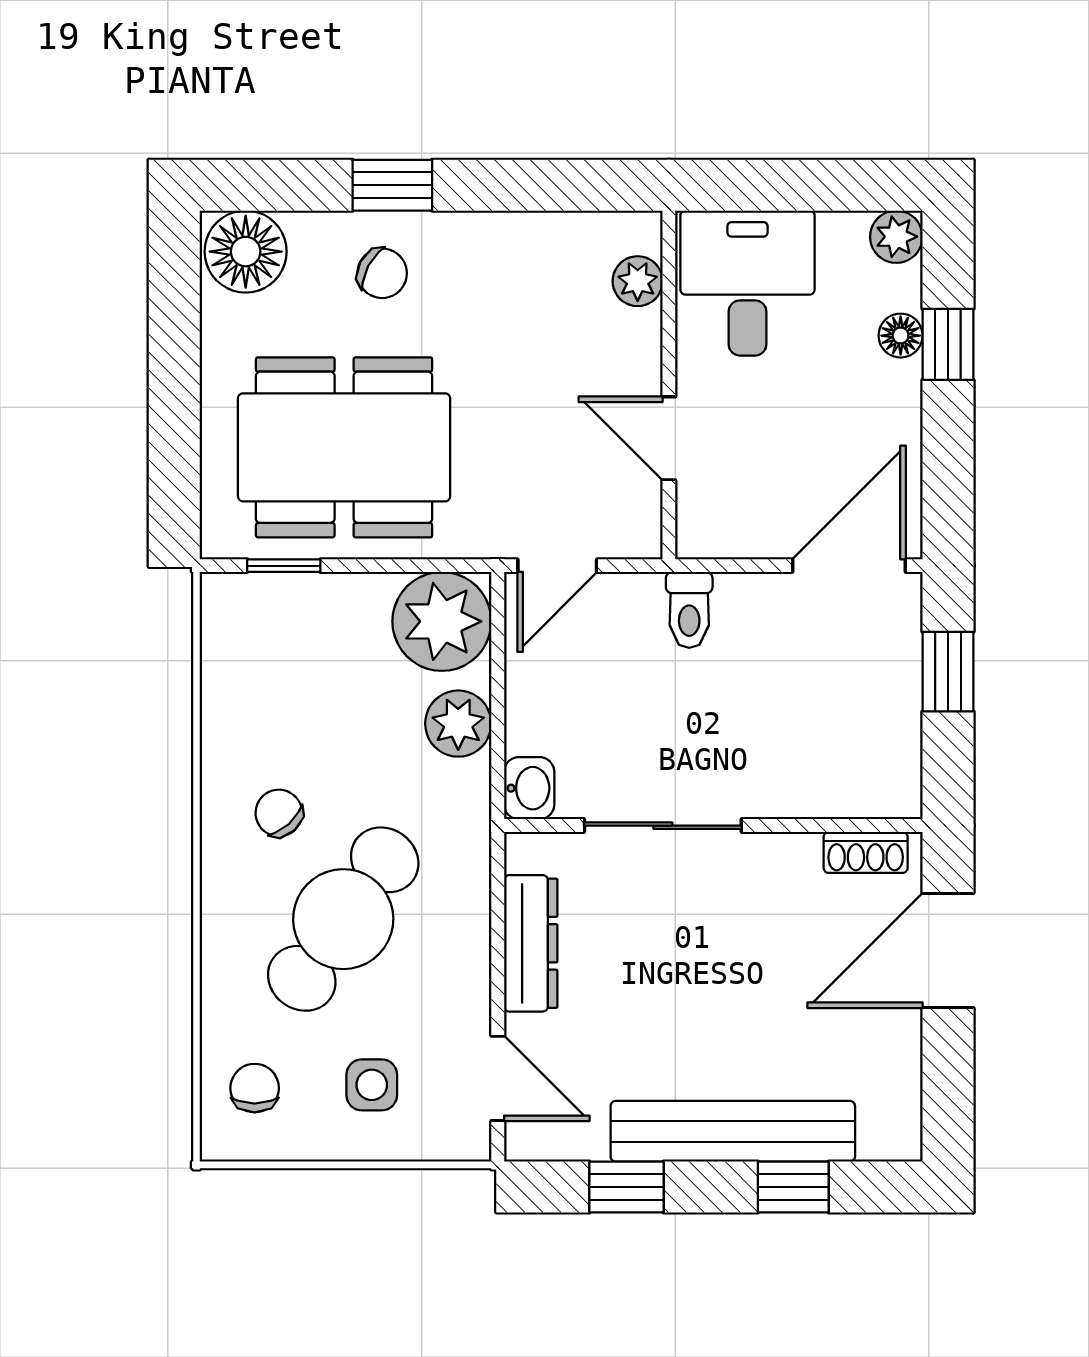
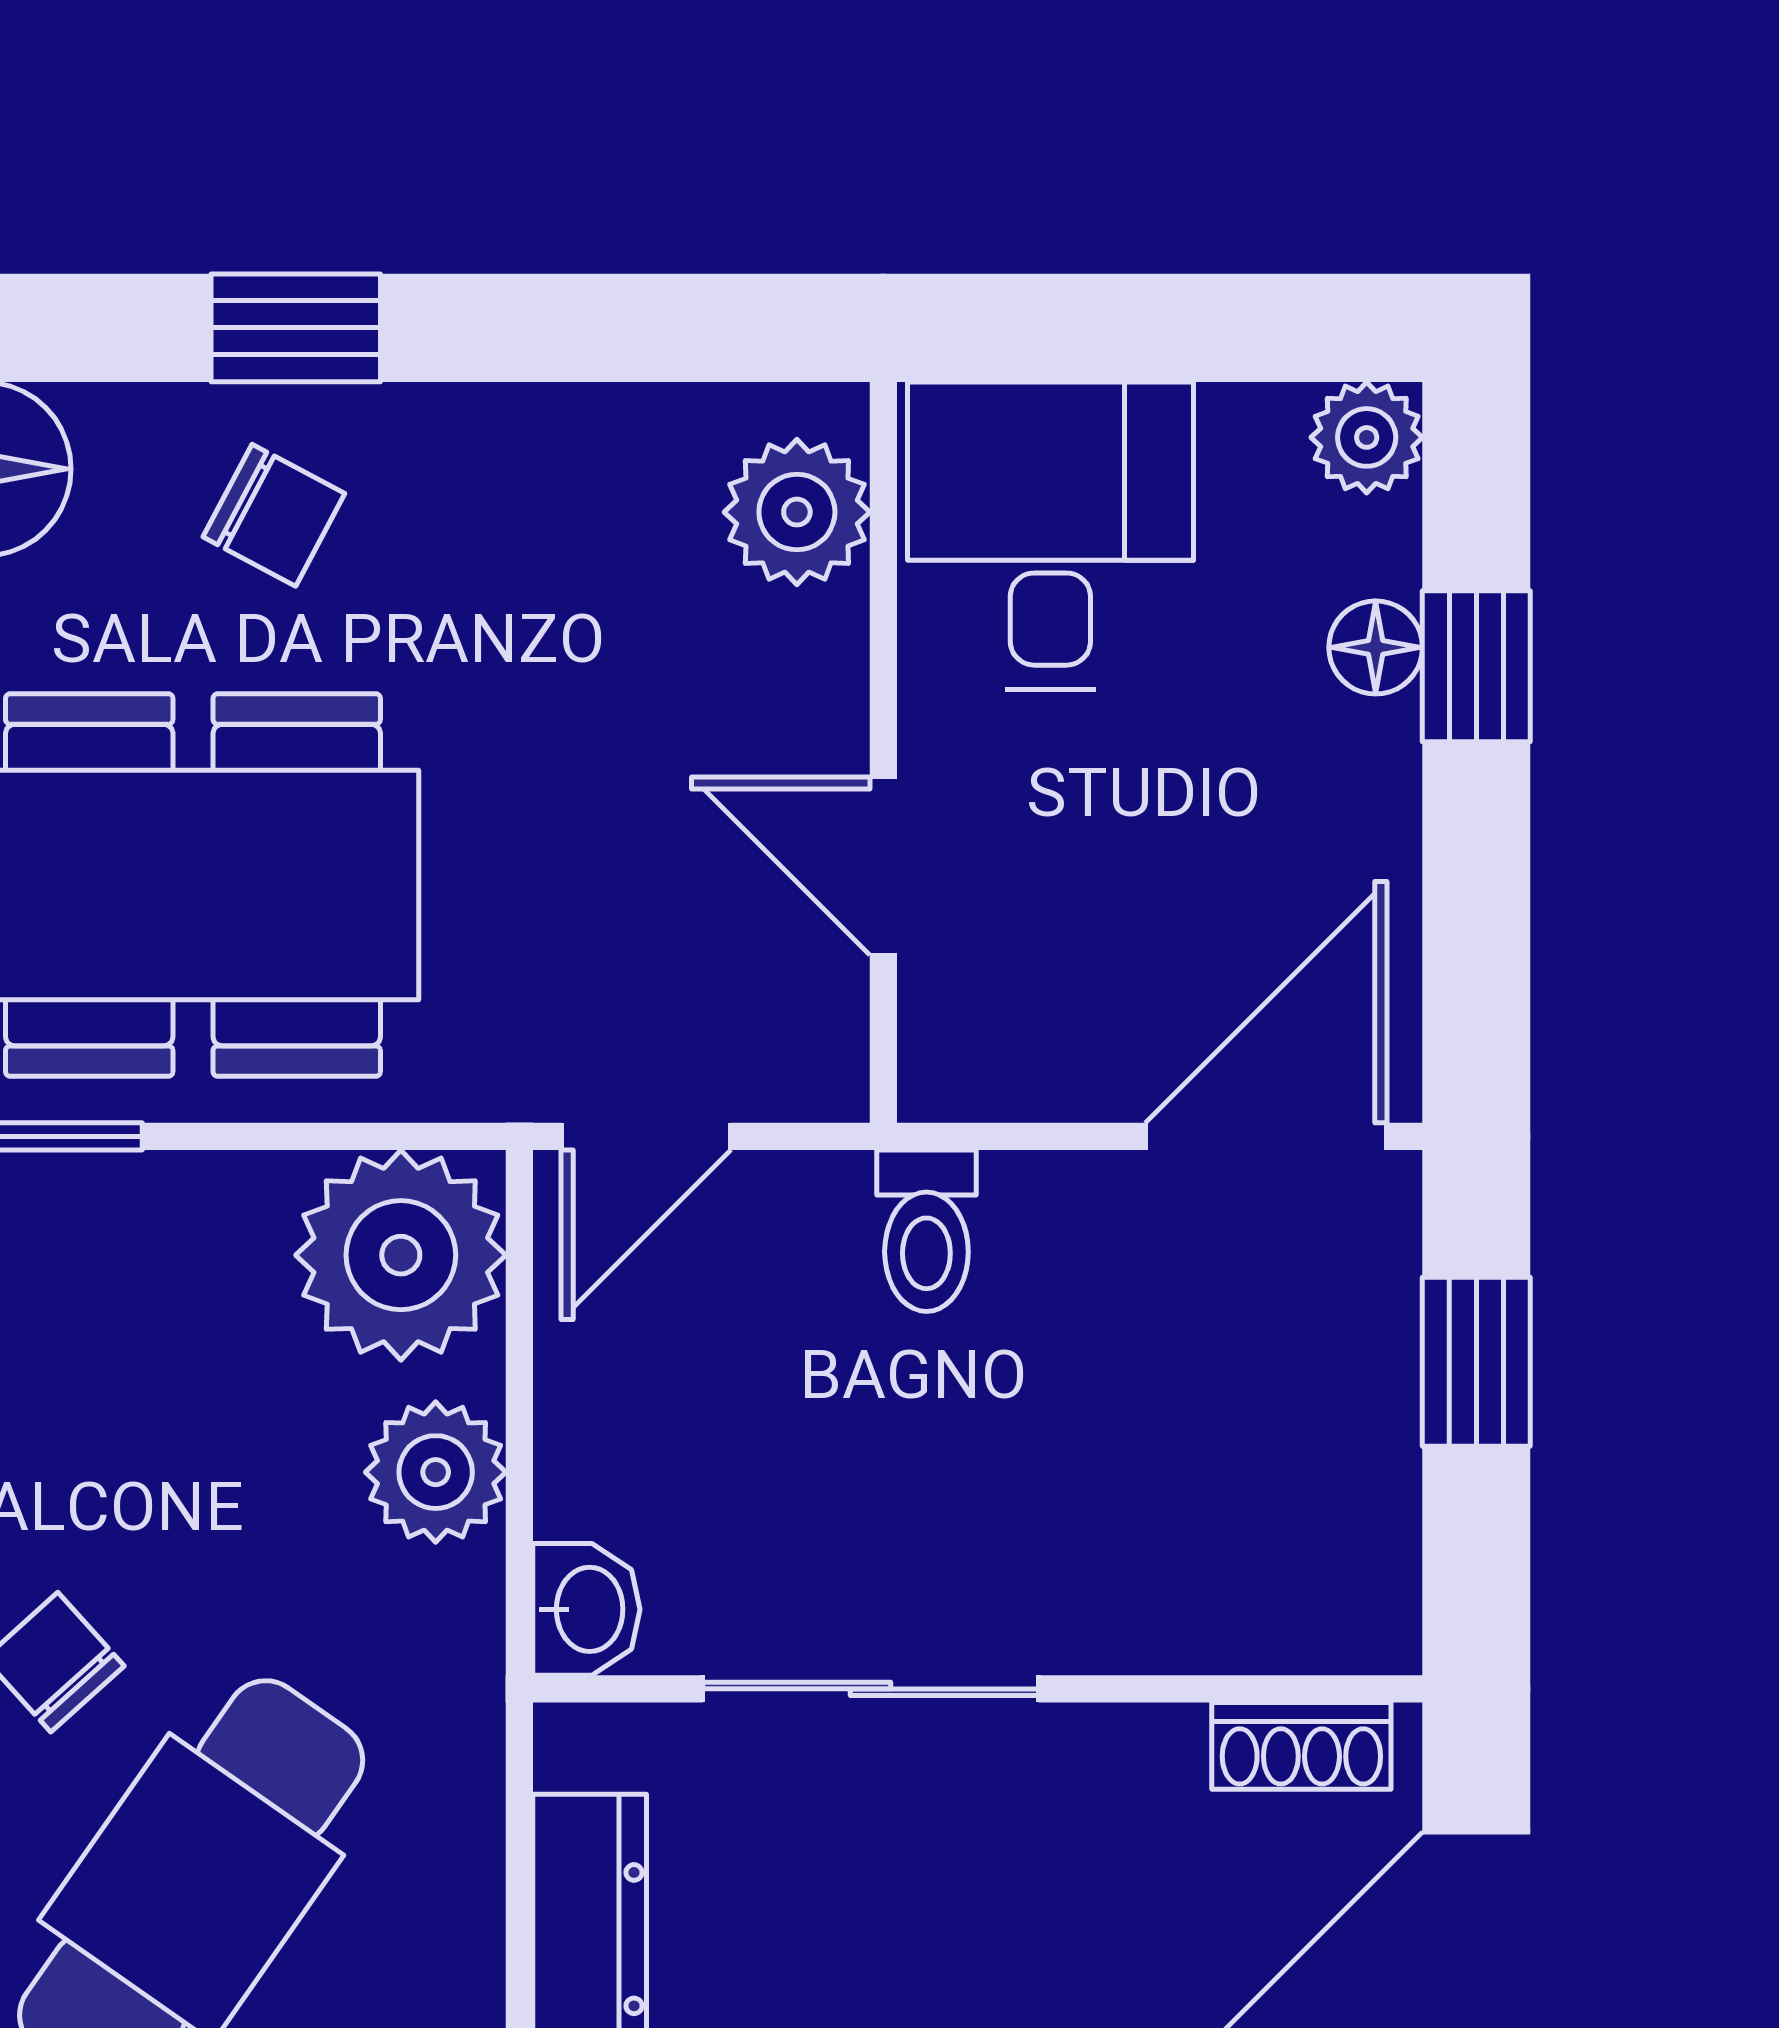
plant: (638, 281) -> (797, 512), width x1.38, depth x1.38

